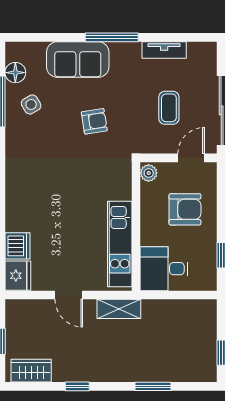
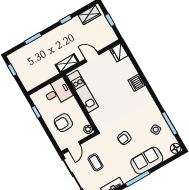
floor lamp: (15, 73) -> (176, 148), moved
dishwasher: (17, 246) -> (137, 83), moved

